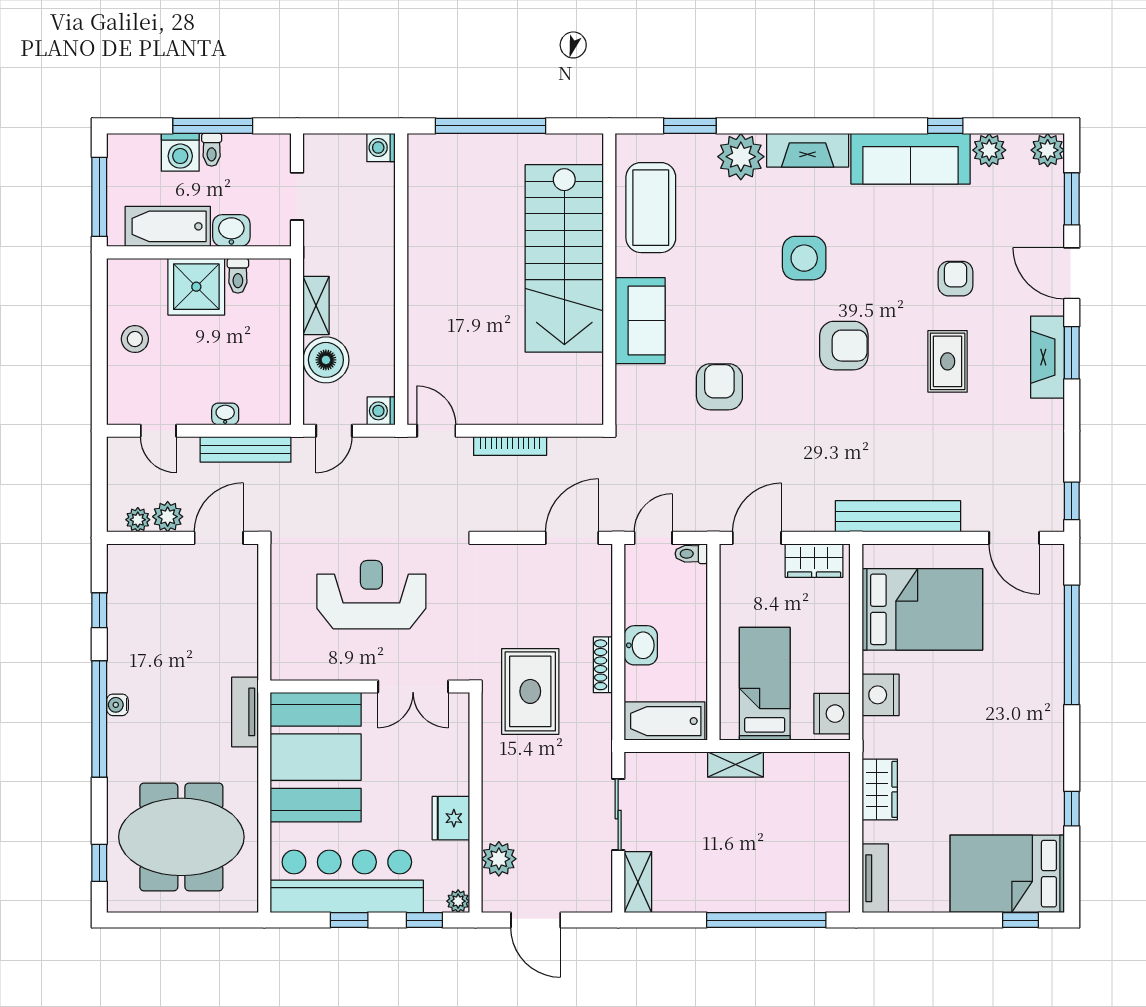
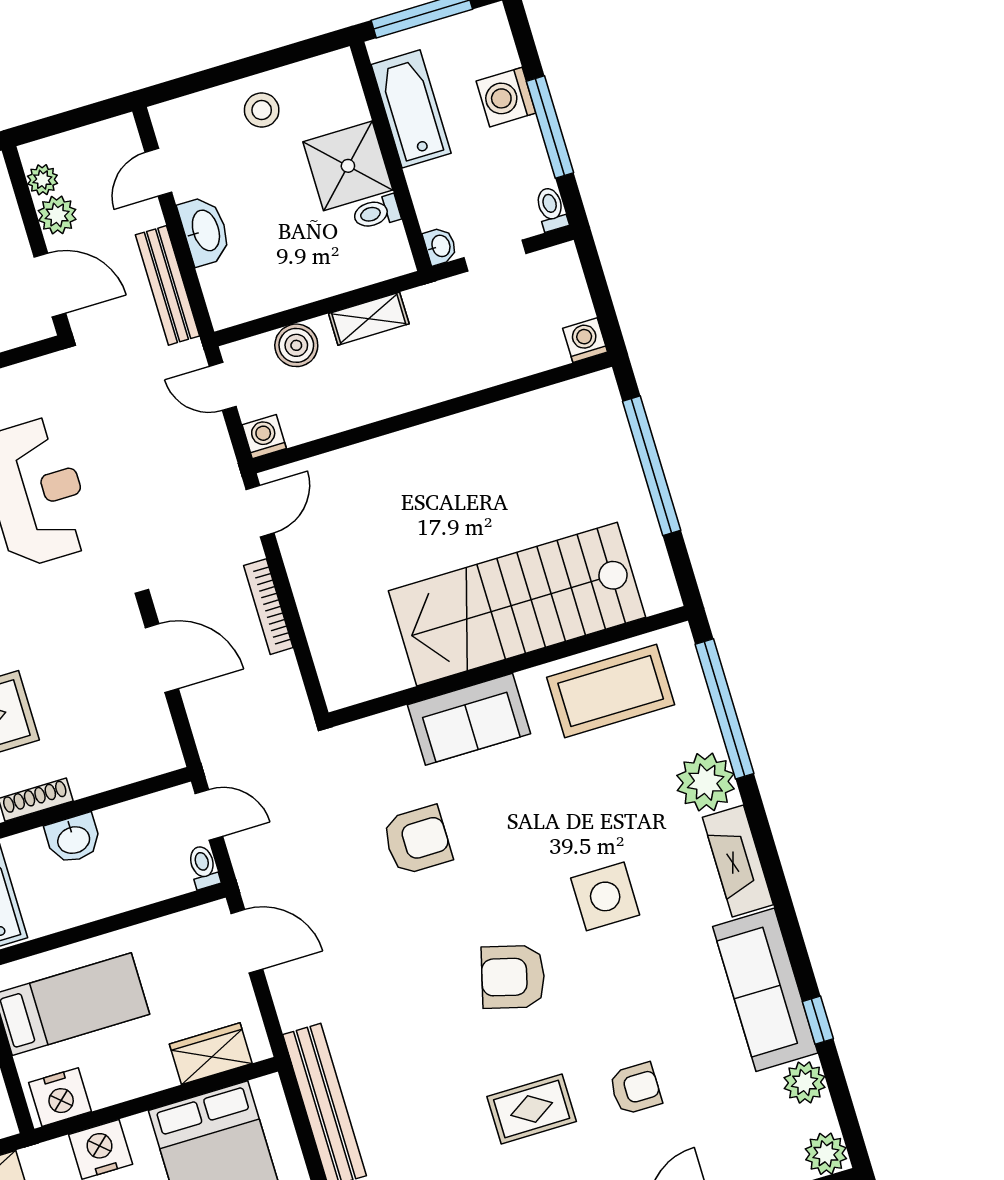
window: (690, 126) -> (724, 709), width x2.11
toilet: (212, 150) -> (551, 209), moved, turned 90
washbasin: (231, 231) -> (440, 246), moved, width x0.72, depth x0.69
armchair: (844, 346) -> (513, 977), turned 105
boiler: (326, 360) -> (296, 345), width x0.73, depth x0.73
washbasin: (225, 414) -> (205, 231), width x1.91, depth x1.45
door: (572, 538) -> (162, 658), moved
wardrobe: (814, 561) -> (211, 1054), moved, turned 90

